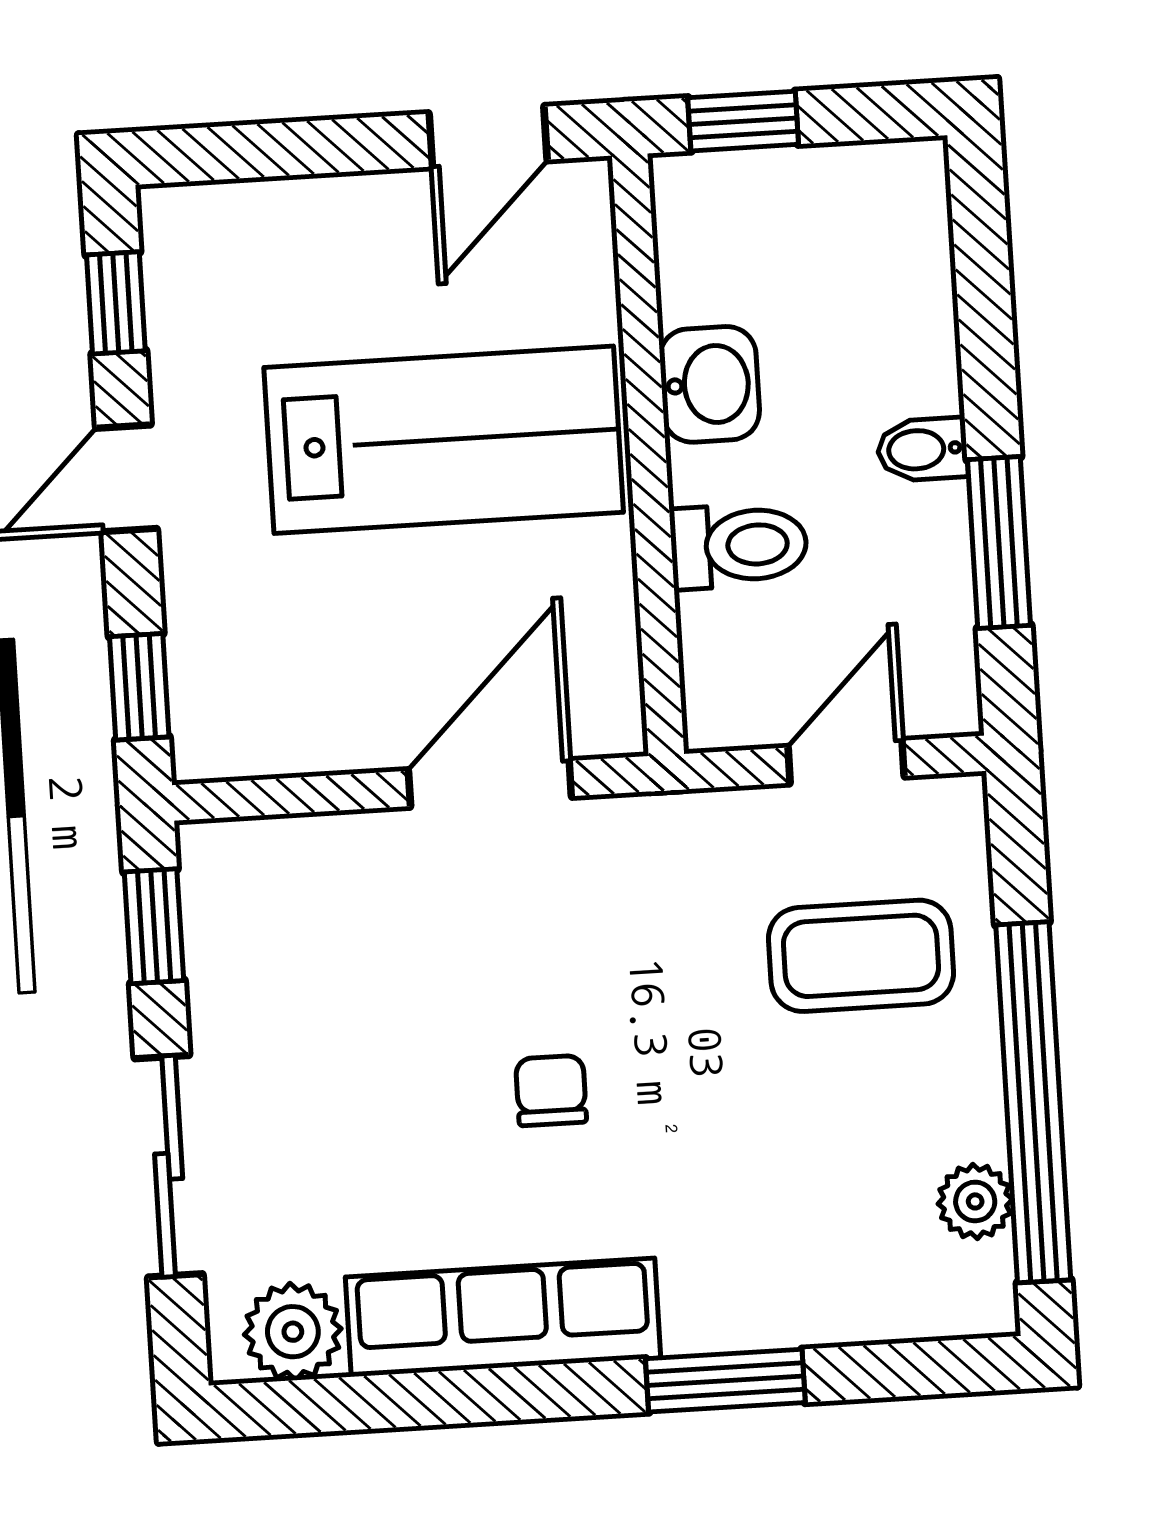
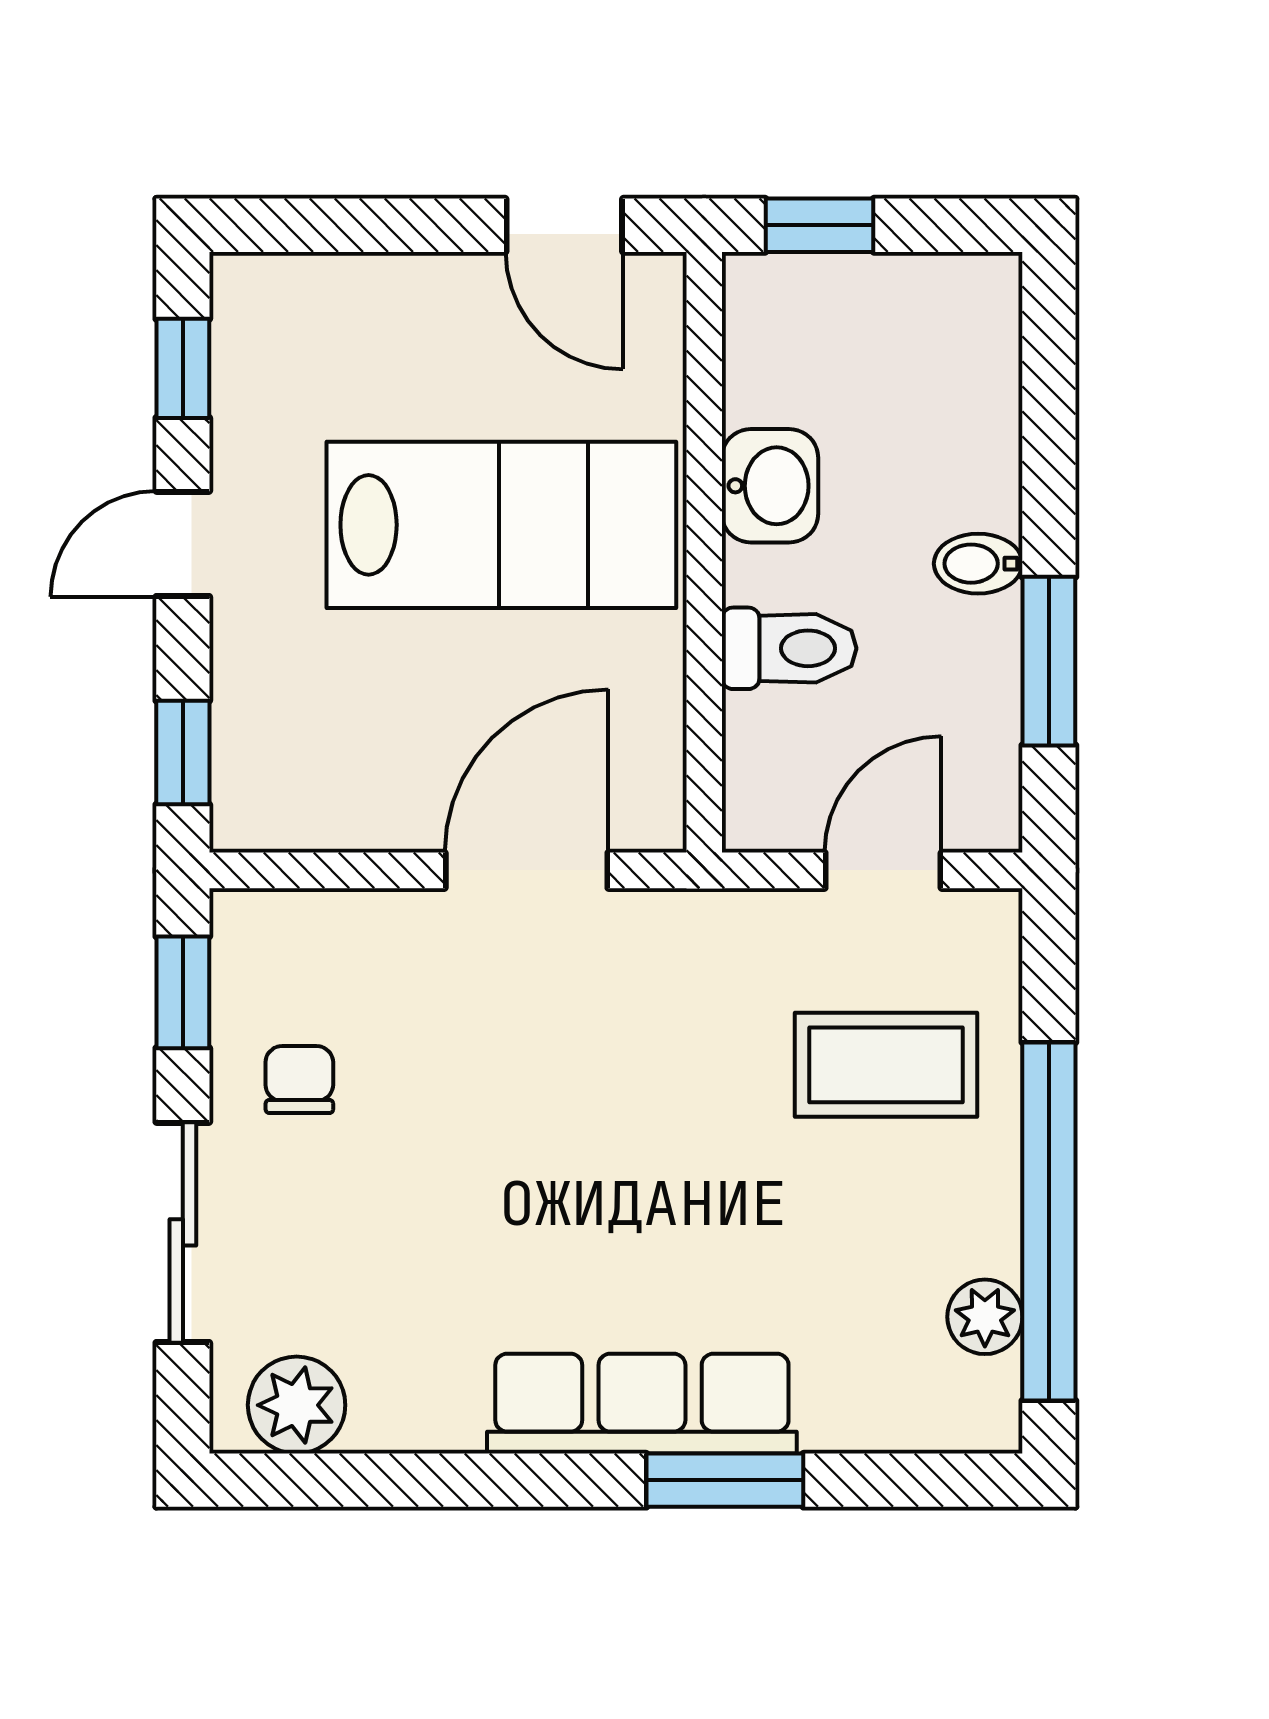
door: (488, 137) -> (564, 225), hinge flipped
chair: (551, 1090) -> (299, 1080), moved
row of seats: (503, 1317) -> (642, 1404), moved

